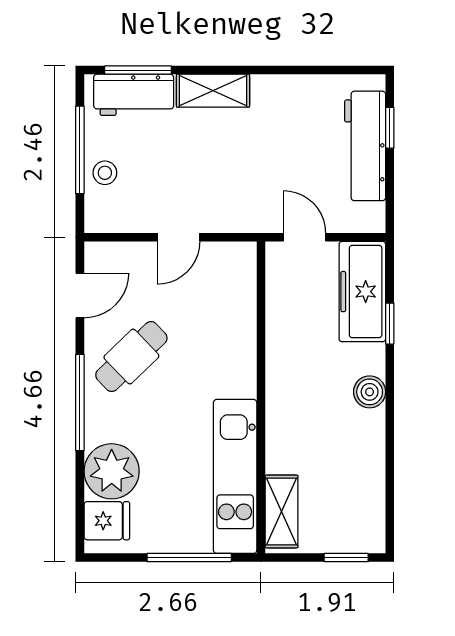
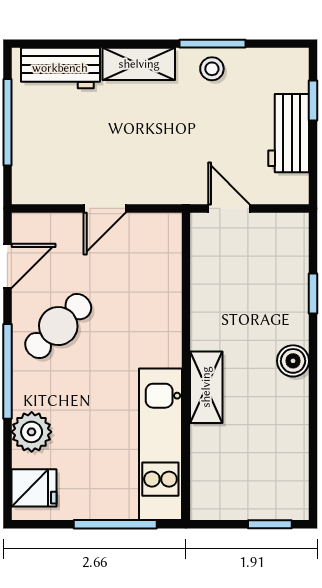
window: (138, 70) -> (212, 44), moved
workbench: (365, 146) -> (289, 133), width x0.73
stool: (105, 173) -> (212, 69), moved
freezer: (362, 292) -> (286, 262), removed
plant: (112, 471) -> (32, 432), width x0.73, depth x0.73
shelving: (281, 511) -> (206, 387), moved

